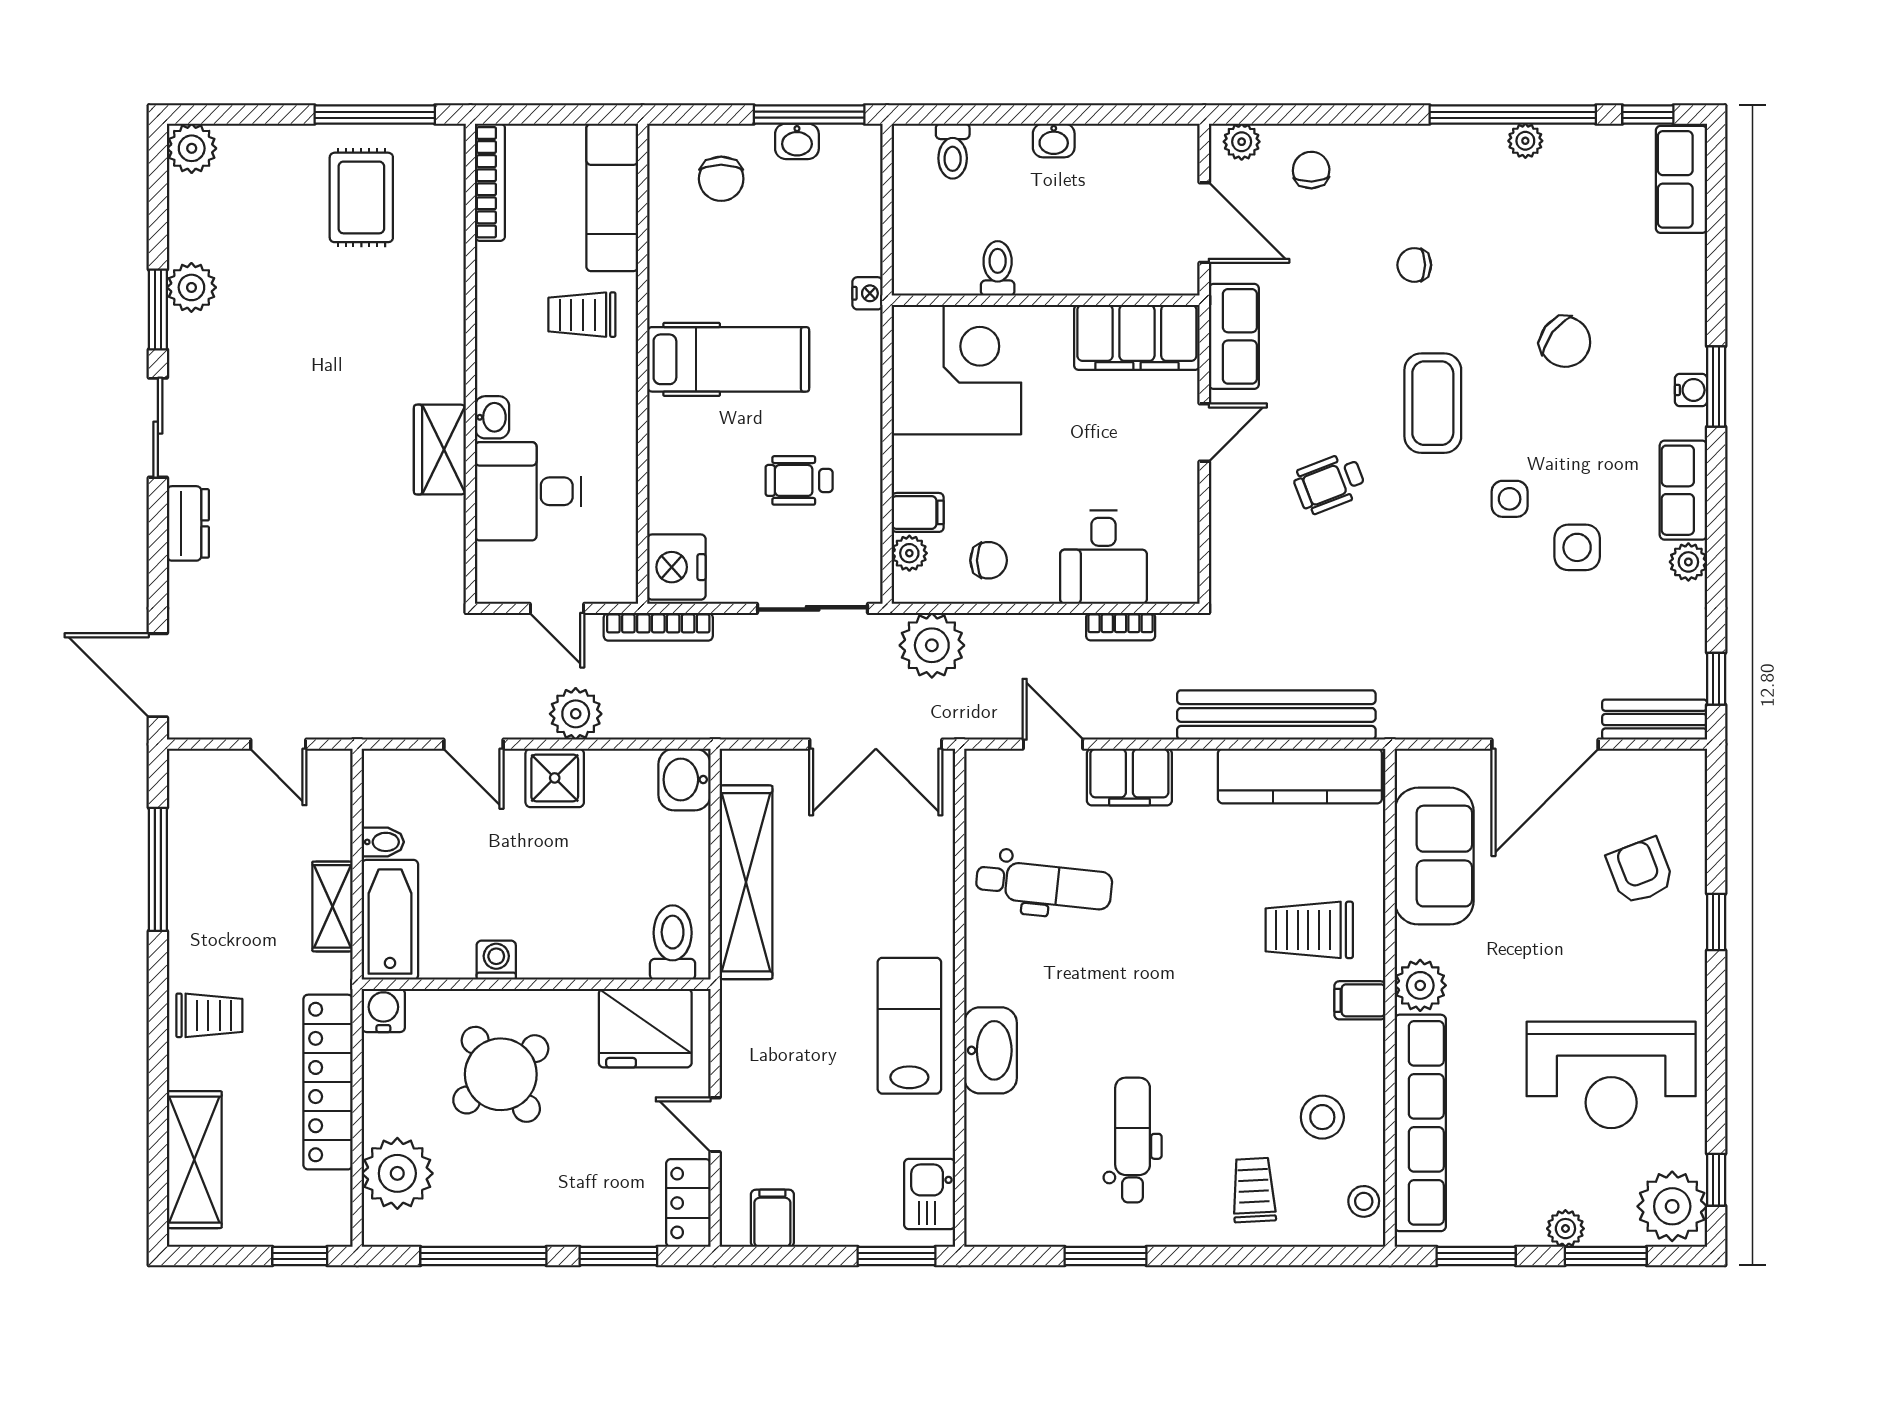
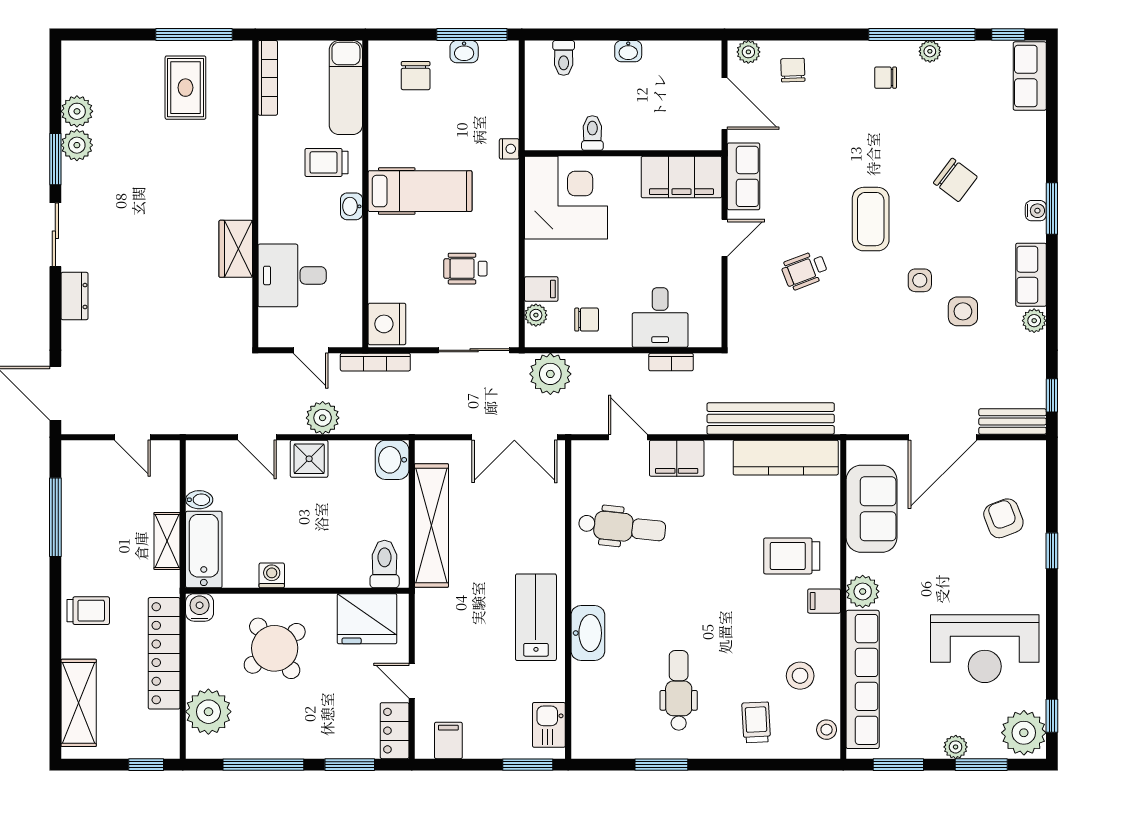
plant: (192, 148) -> (77, 111), moved
chair: (1414, 265) -> (886, 78), moved
washbasin: (492, 417) -> (352, 206), moved, turned 180

